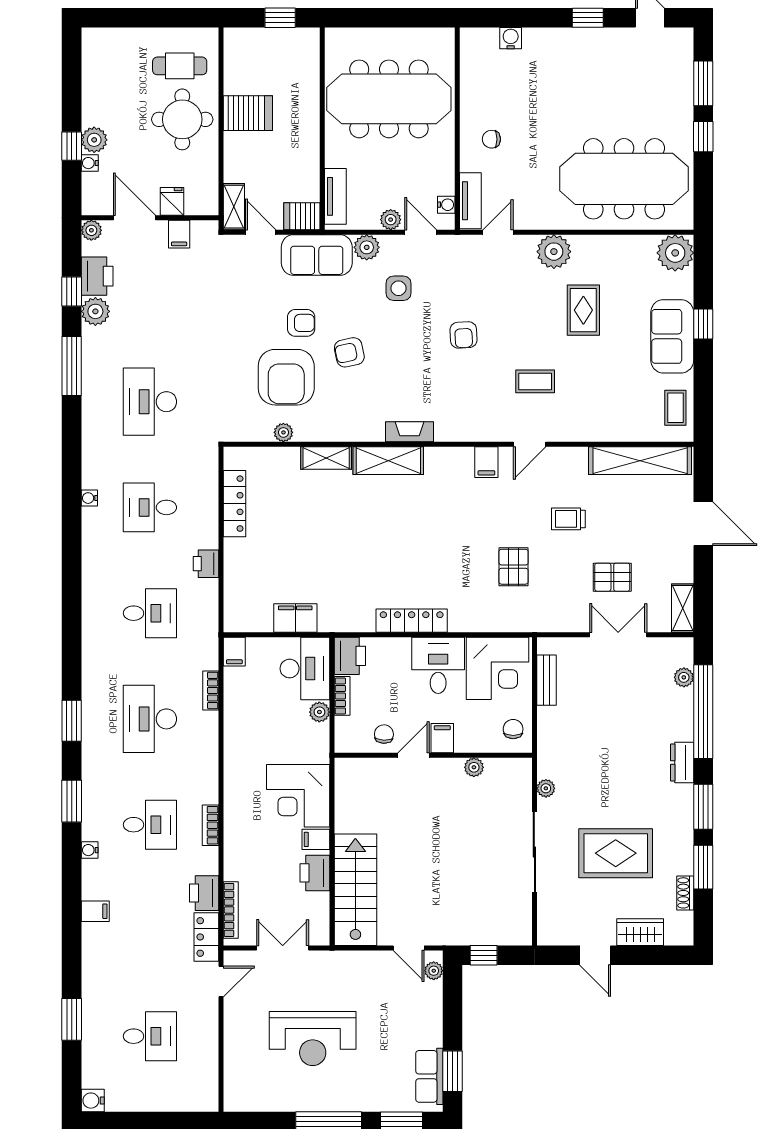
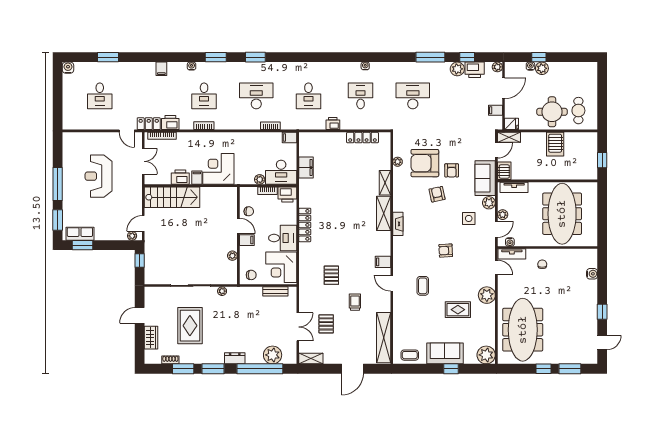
fridge: (172, 201) -> (512, 124), moved
pallet: (514, 567) -> (331, 275), turned 90
plant: (684, 677) -> (273, 355), width x1.87, depth x1.87

